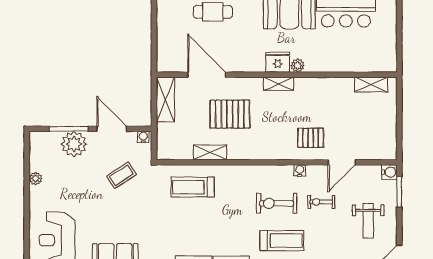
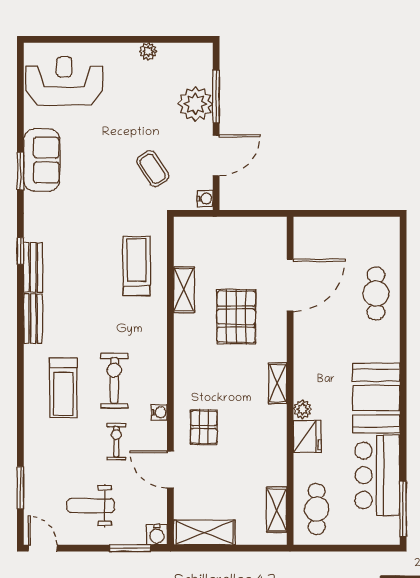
cafe table: (371, 55) -> (317, 509), added
fridge: (278, 62) -> (307, 436), moved
shelving: (165, 100) -> (204, 533), moved

